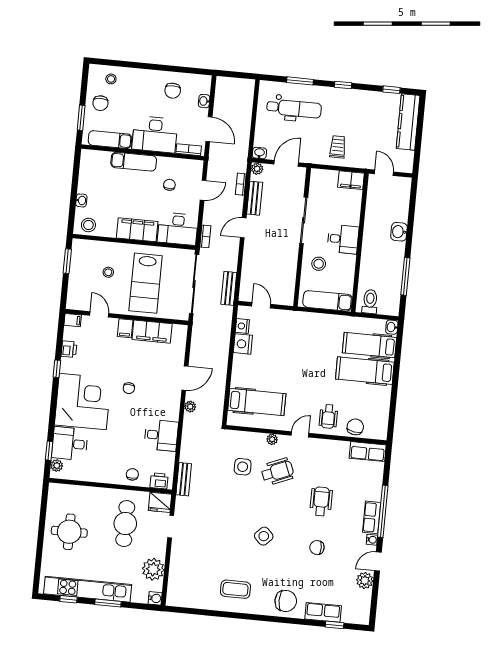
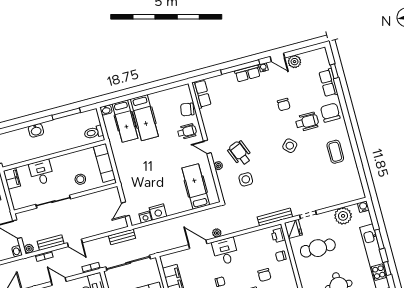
desk: (343, 239) -> (41, 172), moved
desk: (161, 435) -> (225, 251), moved
chair: (117, 446) -> (264, 275), added
bench: (184, 479) -> (275, 217), width x1.36
wheelchair: (321, 501) -> (307, 122), moved, turned 180

